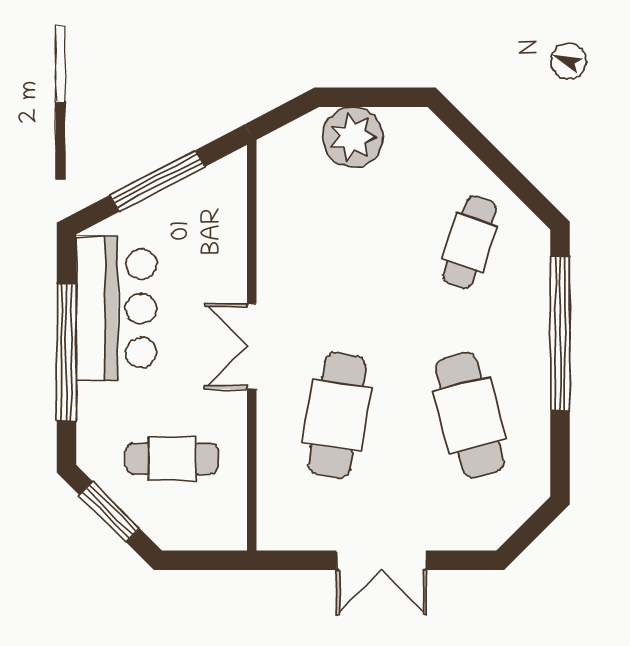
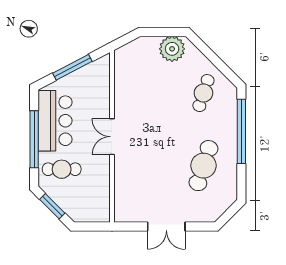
plant: (353, 137) -> (172, 49), moved
cafe table: (337, 415) -> (148, 166), removed
cafe table: (470, 415) -> (203, 166), turned 33
cafe table: (172, 459) -> (62, 169), moved

